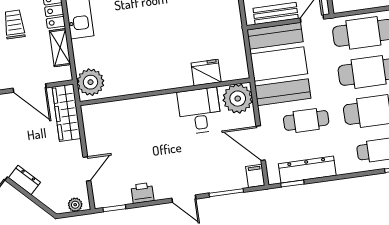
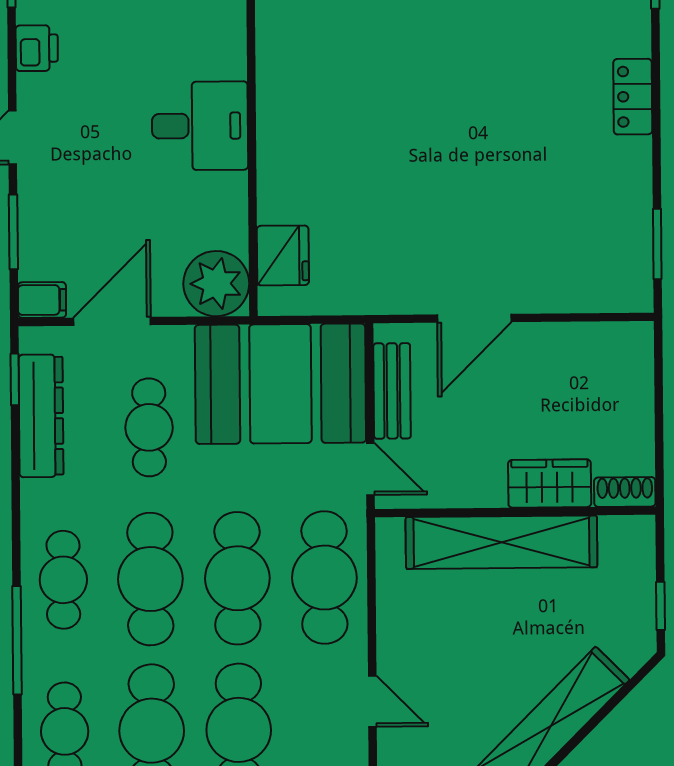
fridge: (206, 72) -> (283, 255), moved
desk: (200, 111) -> (200, 126), moved

